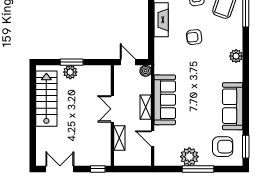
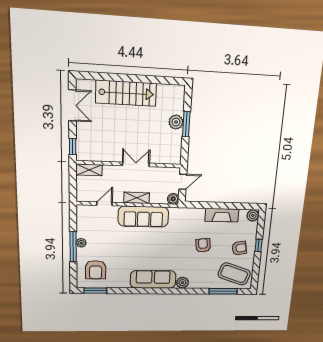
stairs: (46, 99) -> (126, 93), moved
sofa: (233, 106) -> (153, 279), moved
shelving: (119, 138) -> (89, 170), moved
plant: (189, 157) -> (81, 243), width x0.53, depth x0.53

